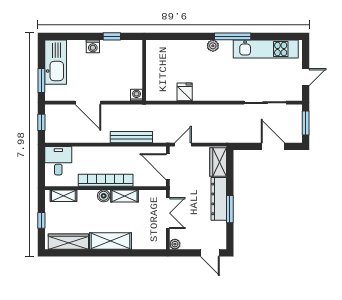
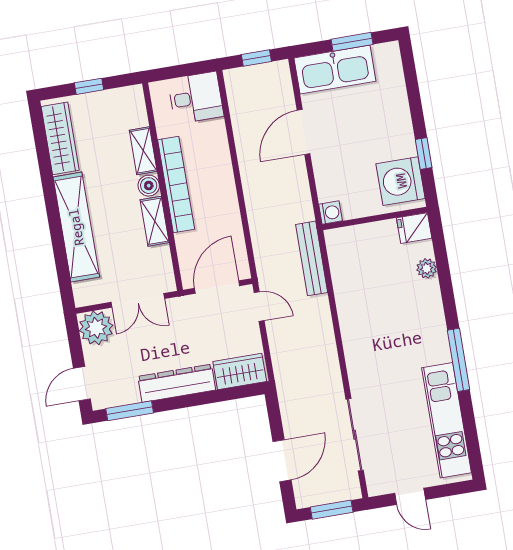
washing machine: (93, 46) -> (401, 181), moved, width x1.89, depth x1.89
plant: (213, 46) -> (427, 268), moved
kitchen sink: (56, 62) -> (335, 70), moved
window: (41, 80) -> (352, 42), moved
fridge: (185, 92) -> (414, 228), moved, turned 180
bench: (131, 137) -> (312, 258), moved
shelving: (63, 196) -> (143, 151), moved
window: (230, 209) -> (130, 411), moved
shelving: (110, 241) -> (76, 227), width x1.47
plant: (175, 244) -> (96, 328), width x1.88, depth x1.88

